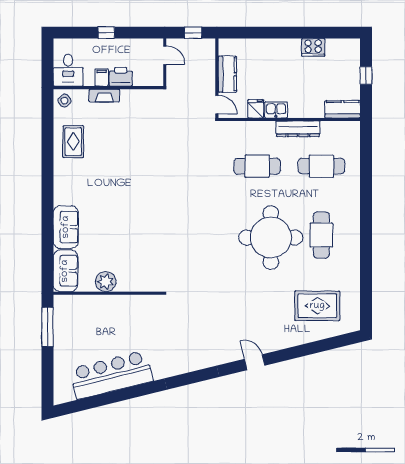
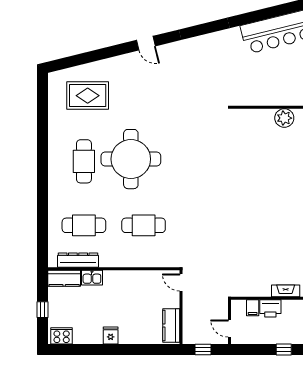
cooker: (313, 47) -> (62, 336), moved
kitchen counter: (227, 74) -> (171, 325), moved
filing cabinet: (102, 77) -> (253, 308), moved
fridge: (256, 109) -> (111, 335), moved, turned 180
kitchen sink: (276, 110) -> (92, 278), moved
dresser: (298, 129) -> (78, 260), moved

